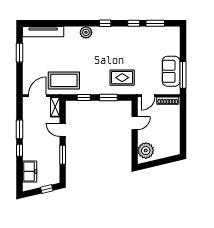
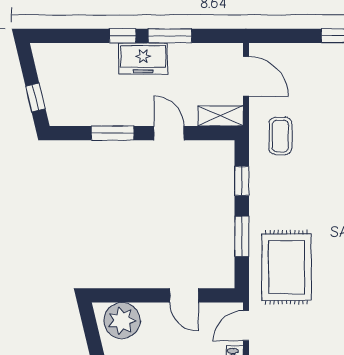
rug: (122, 78) -> (287, 267), width x1.36, depth x1.43
coffee table: (64, 80) -> (280, 136), width x0.54, depth x0.58
door: (148, 96) -> (246, 326), hinge flipped
door: (63, 130) -> (169, 133), hinge flipped
freezer: (30, 171) -> (143, 59), moved

